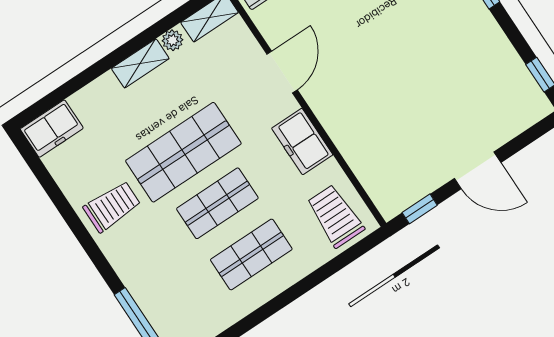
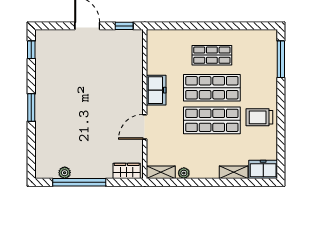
shelving: (140, 63) -> (234, 172), moved
shop shelf: (217, 203) -> (212, 88), width x1.43, depth x1.36
trolley: (335, 216) -> (163, 47), removed

